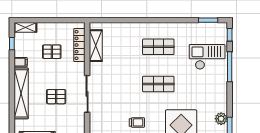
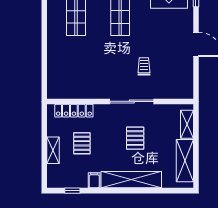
shelving: (25, 27) -> (53, 150), moved
shelving: (96, 46) -> (75, 91), removed
trolley: (137, 122) -> (144, 66), moved

